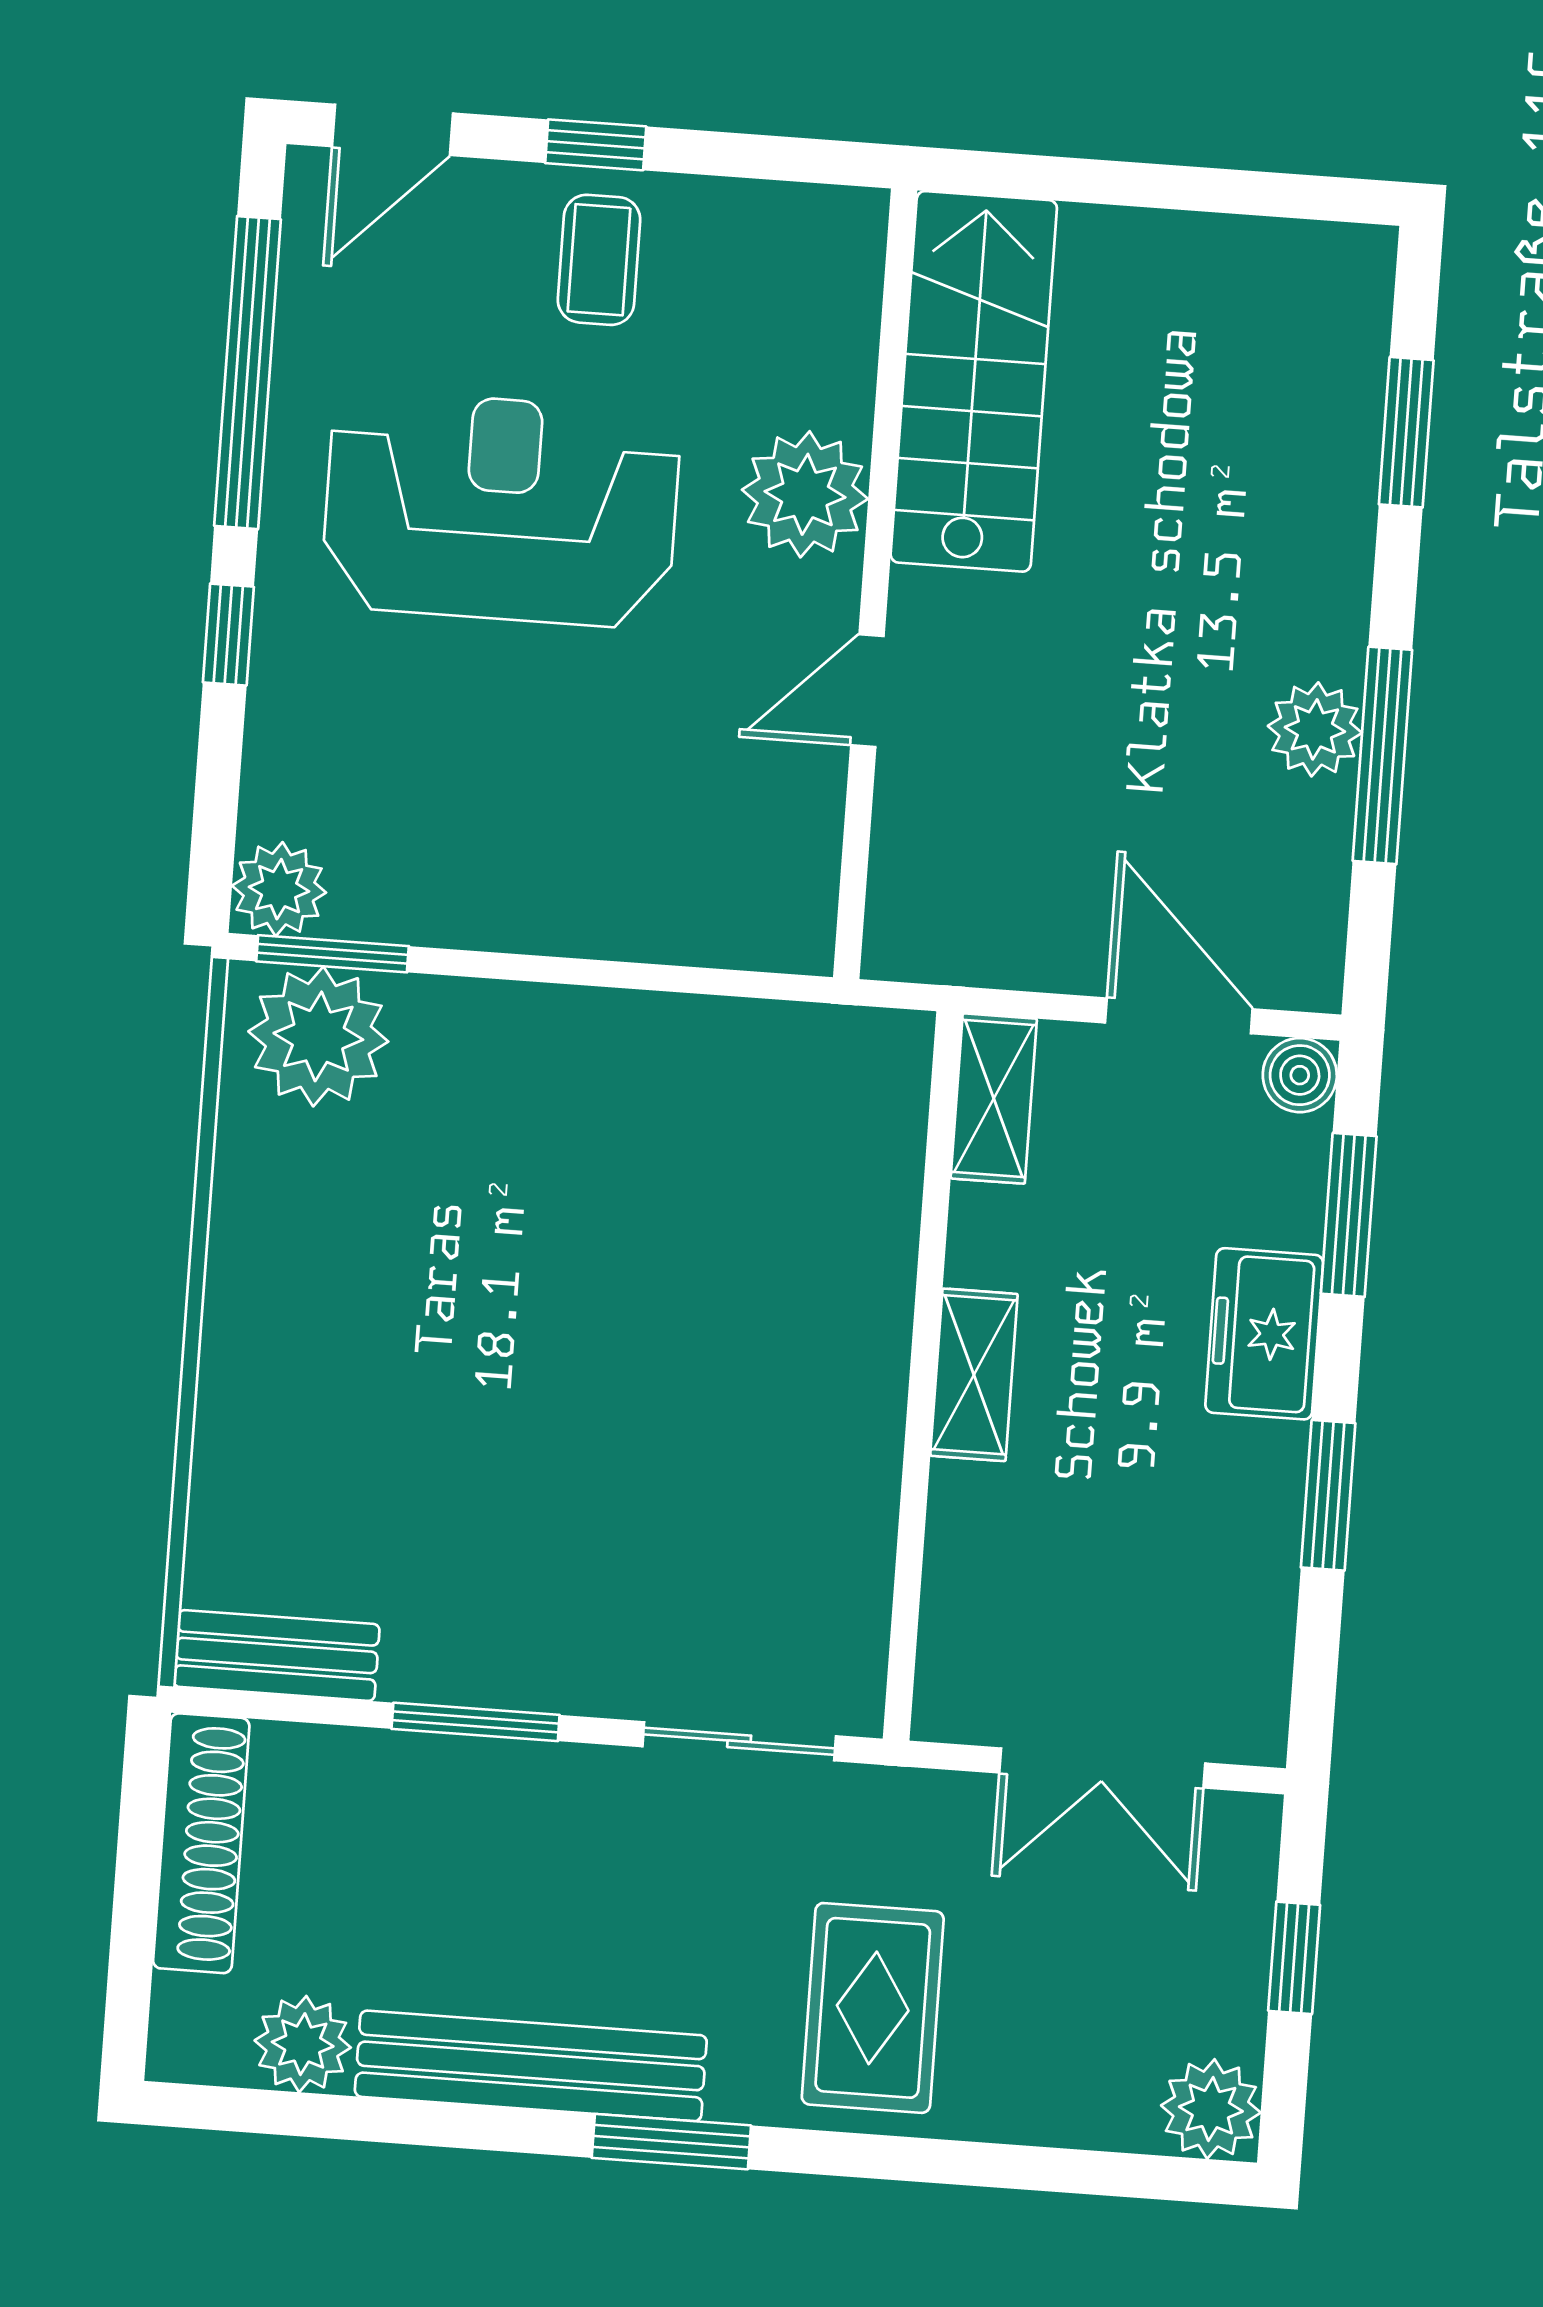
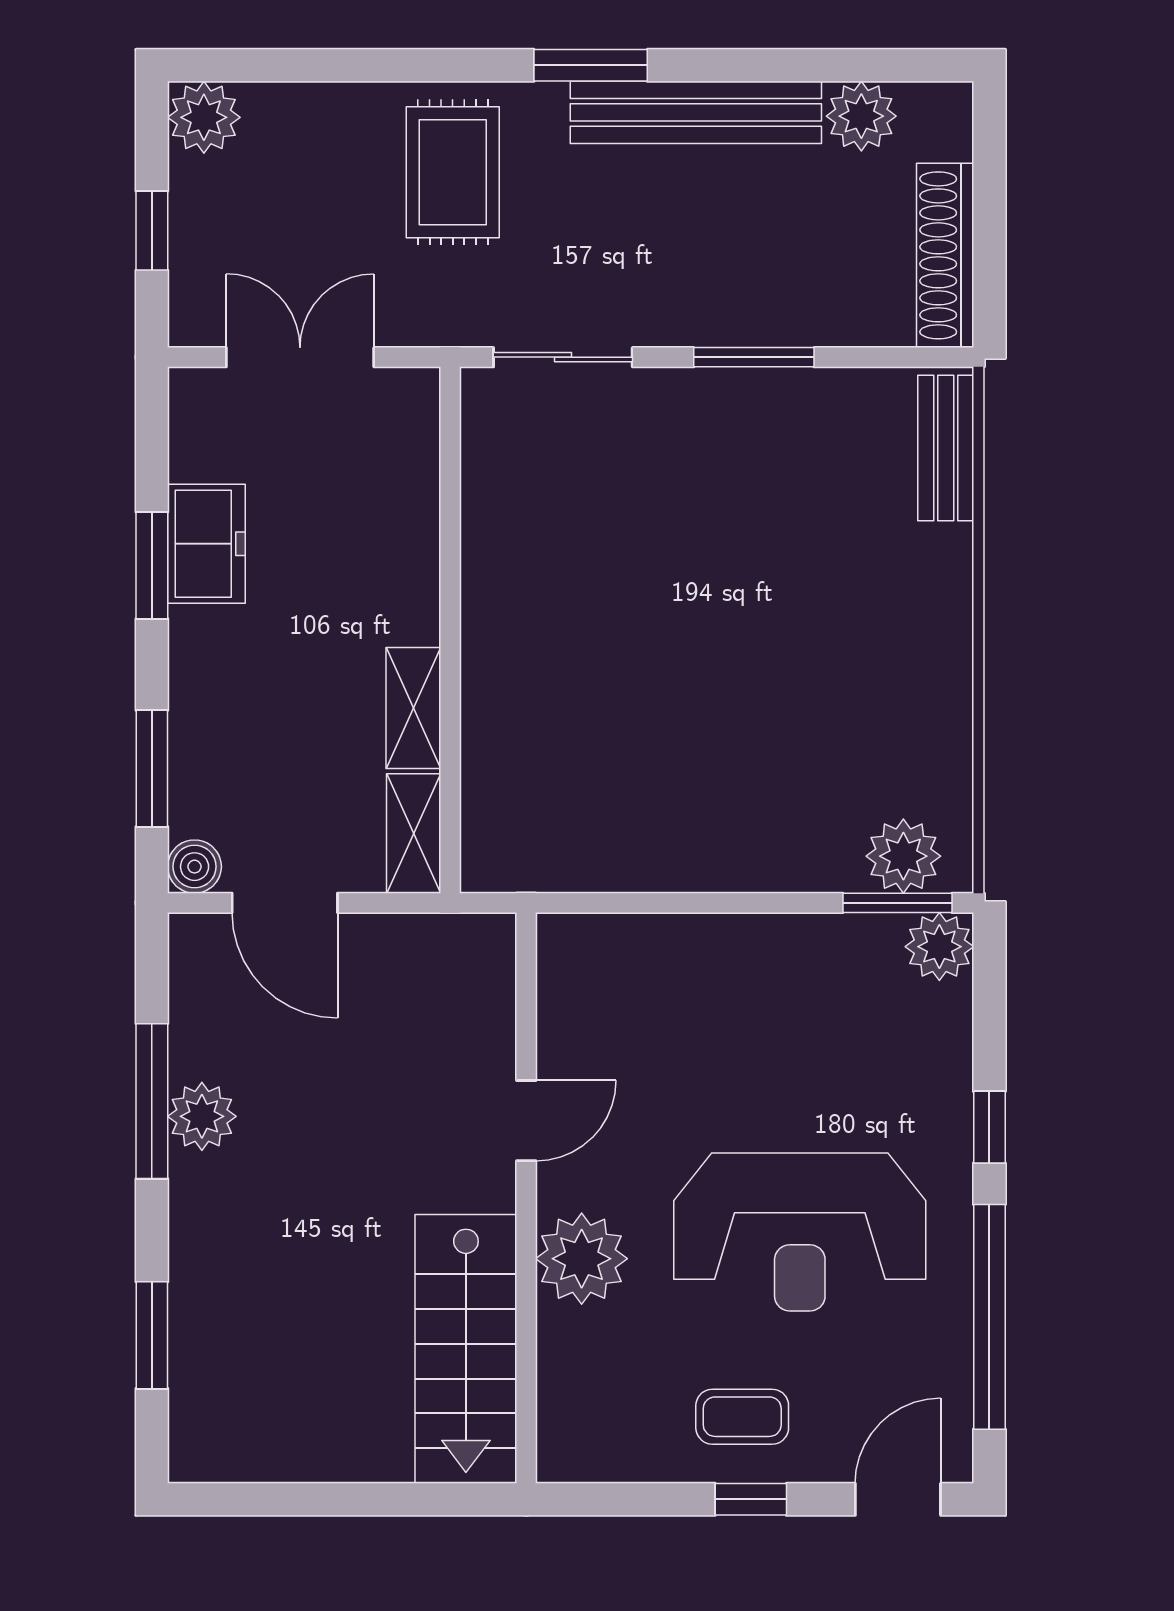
coffee table: (599, 260) -> (742, 1417), turned 90
plant: (318, 1036) -> (903, 856), width x0.73, depth x0.73
freezer: (1264, 1334) -> (206, 544), moved
shelving: (974, 1375) -> (413, 708), moved
bench: (276, 1655) -> (946, 448), moved, turned 90

